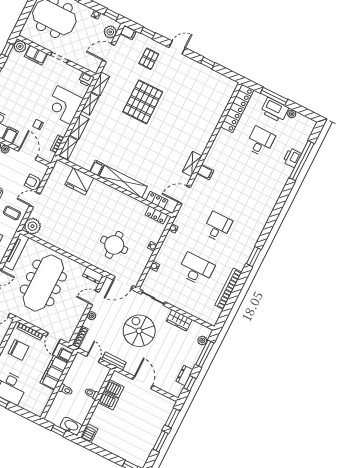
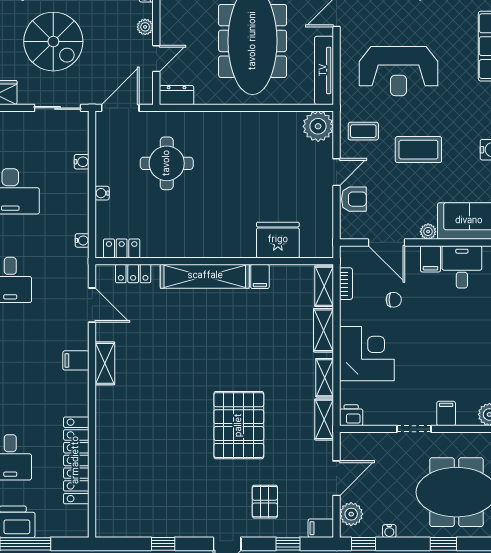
filing cabinet: (36, 55) -> (446, 413), width x0.50
locker: (237, 108) -> (76, 460), moved
door: (184, 195) -> (92, 305), hinge flipped

